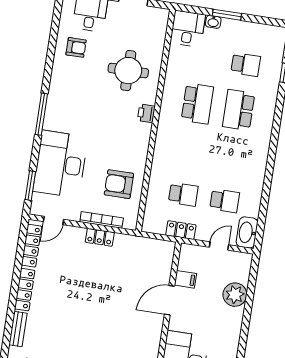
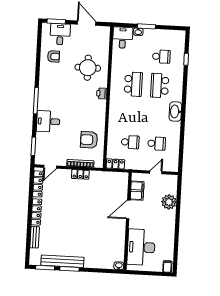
desk: (61, 164) -> (48, 121), width x0.53, depth x0.77
locker: (181, 230) -> (115, 164), moved
washbasin: (247, 232) -> (175, 112), moved
filing cabinet: (185, 279) -> (137, 191), width x2.00

